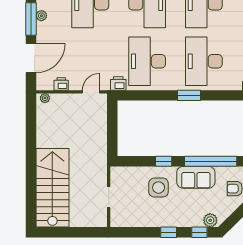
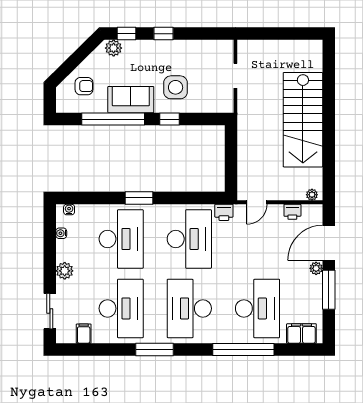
plant: (41, 16) -> (316, 268), moved
stairs: (52, 188) -> (303, 120), moved

